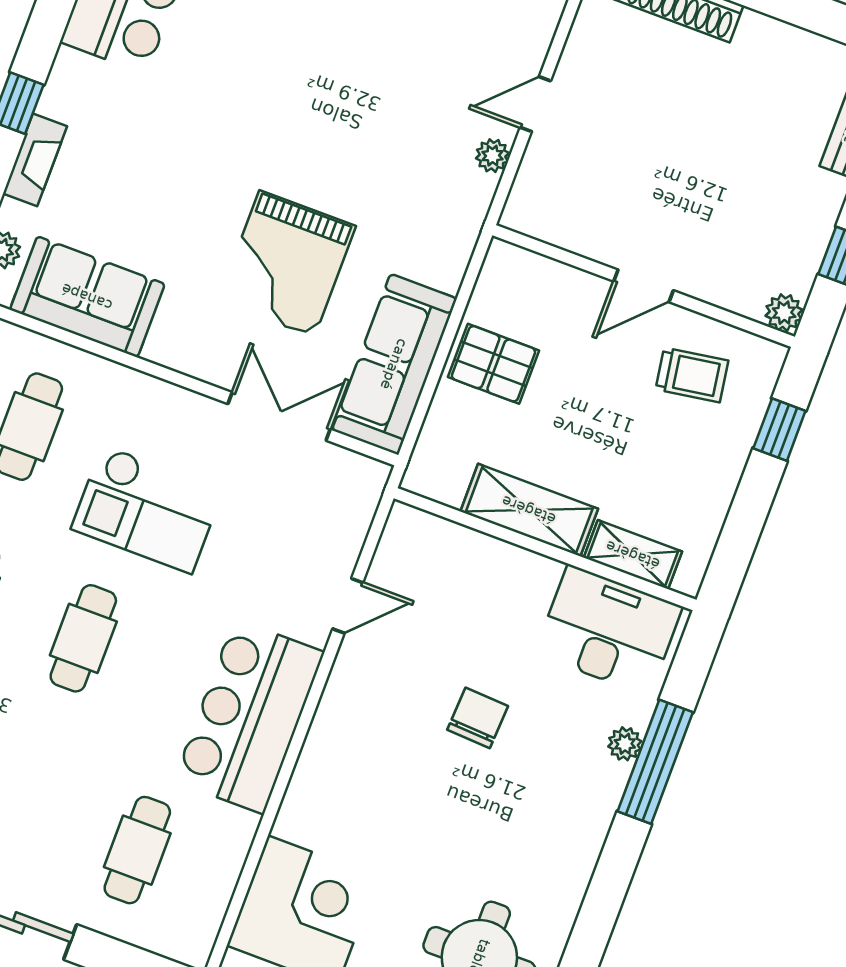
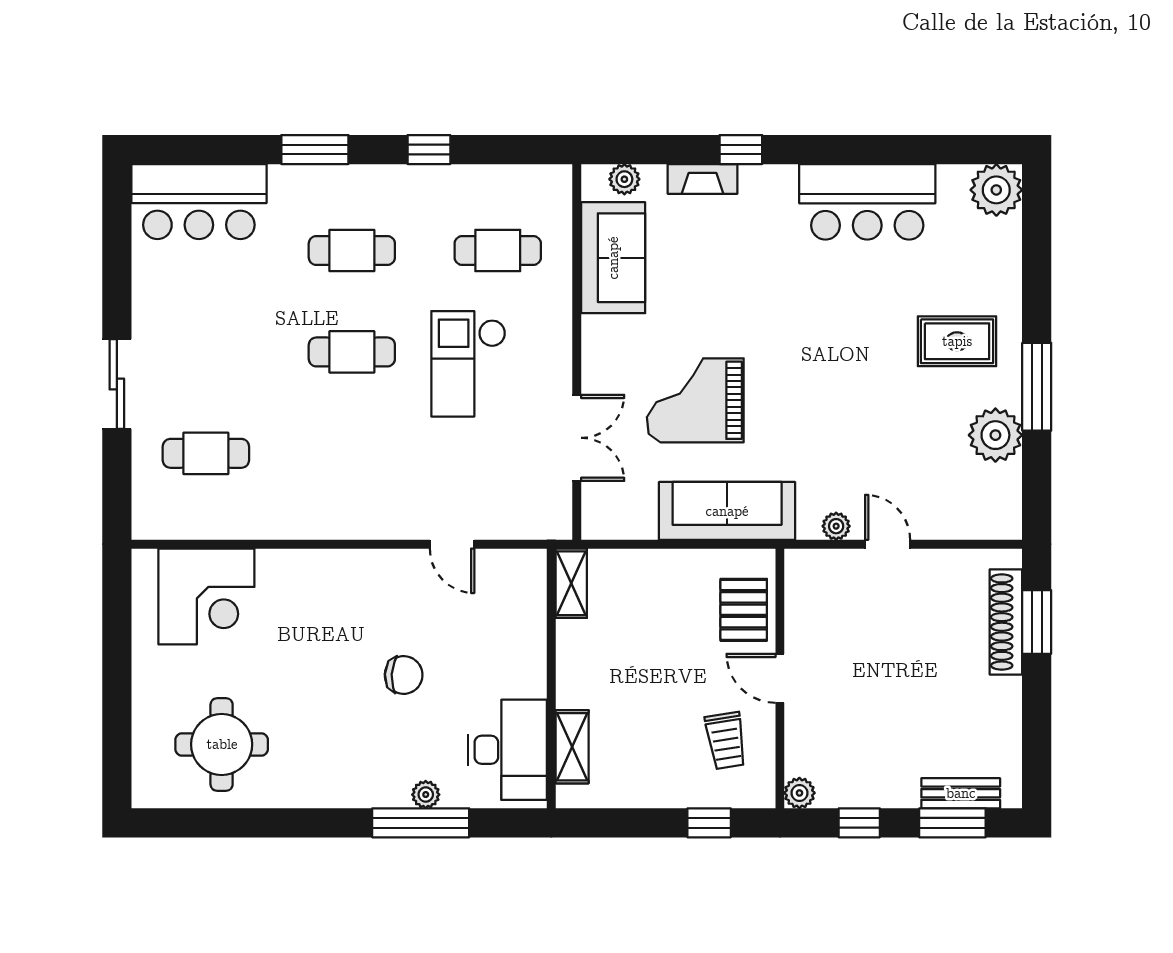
sofa: (394, 364) -> (727, 511), moved
pallet: (493, 364) -> (744, 610), moved
shelving: (529, 510) -> (571, 583), moved, width x0.67, depth x0.75
bar counter: (249, 716) -> (340, 501), removed

